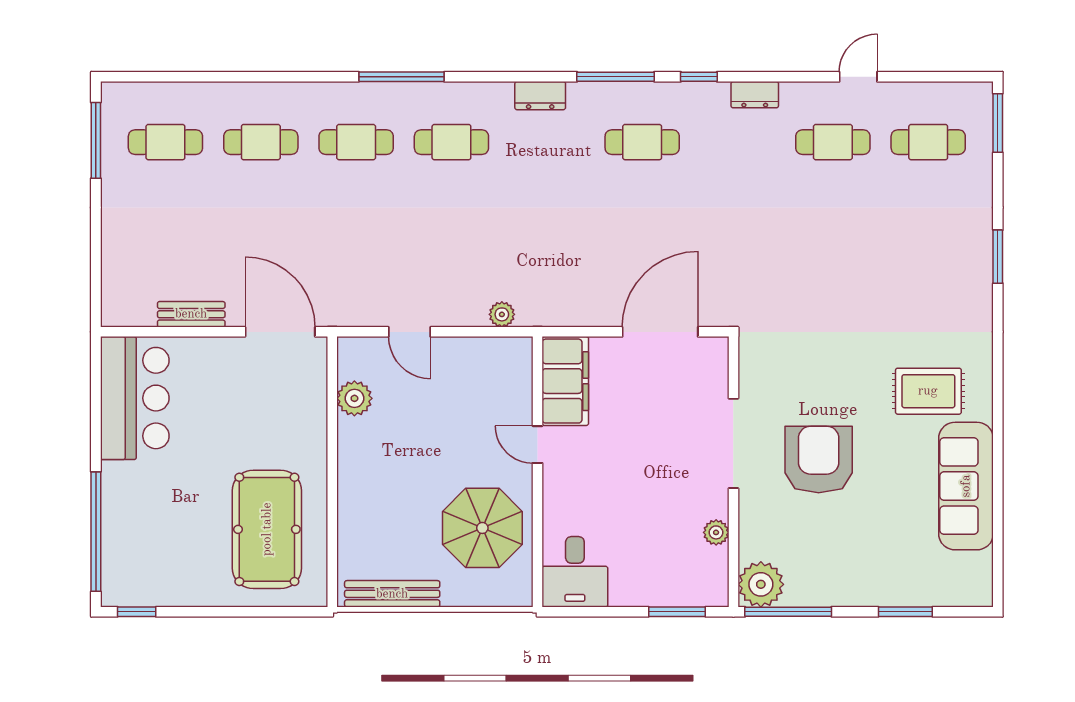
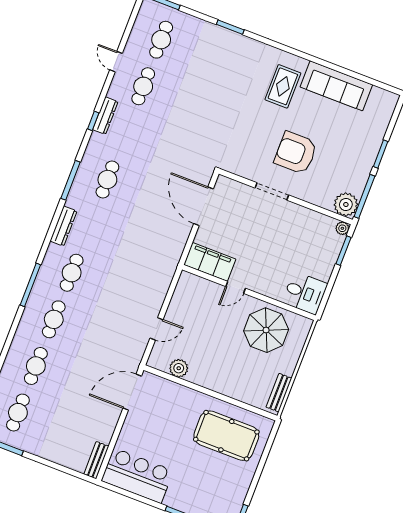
window: (699, 77) -> (93, 121), moved
dresser: (755, 95) -> (105, 116), width x1.44
dresser: (540, 96) -> (64, 226), width x1.44
bench: (191, 314) -> (96, 460), moved
plant: (502, 314) -> (165, 280), removed
doorway: (733, 443) -> (272, 191), width x0.73
plant: (716, 532) -> (342, 228), moved
bench: (392, 594) -> (279, 393), width x0.73
window: (905, 612) -> (381, 154), moved

